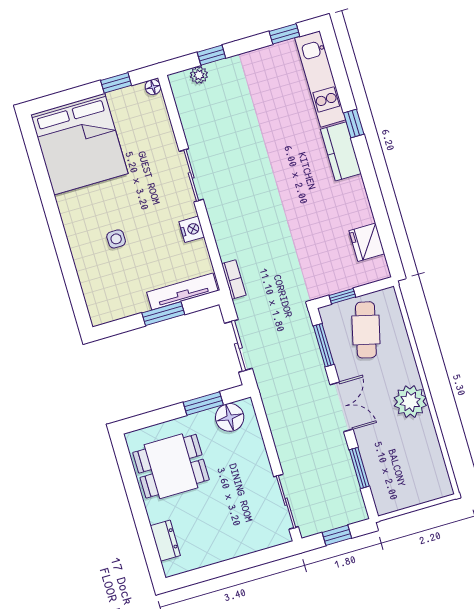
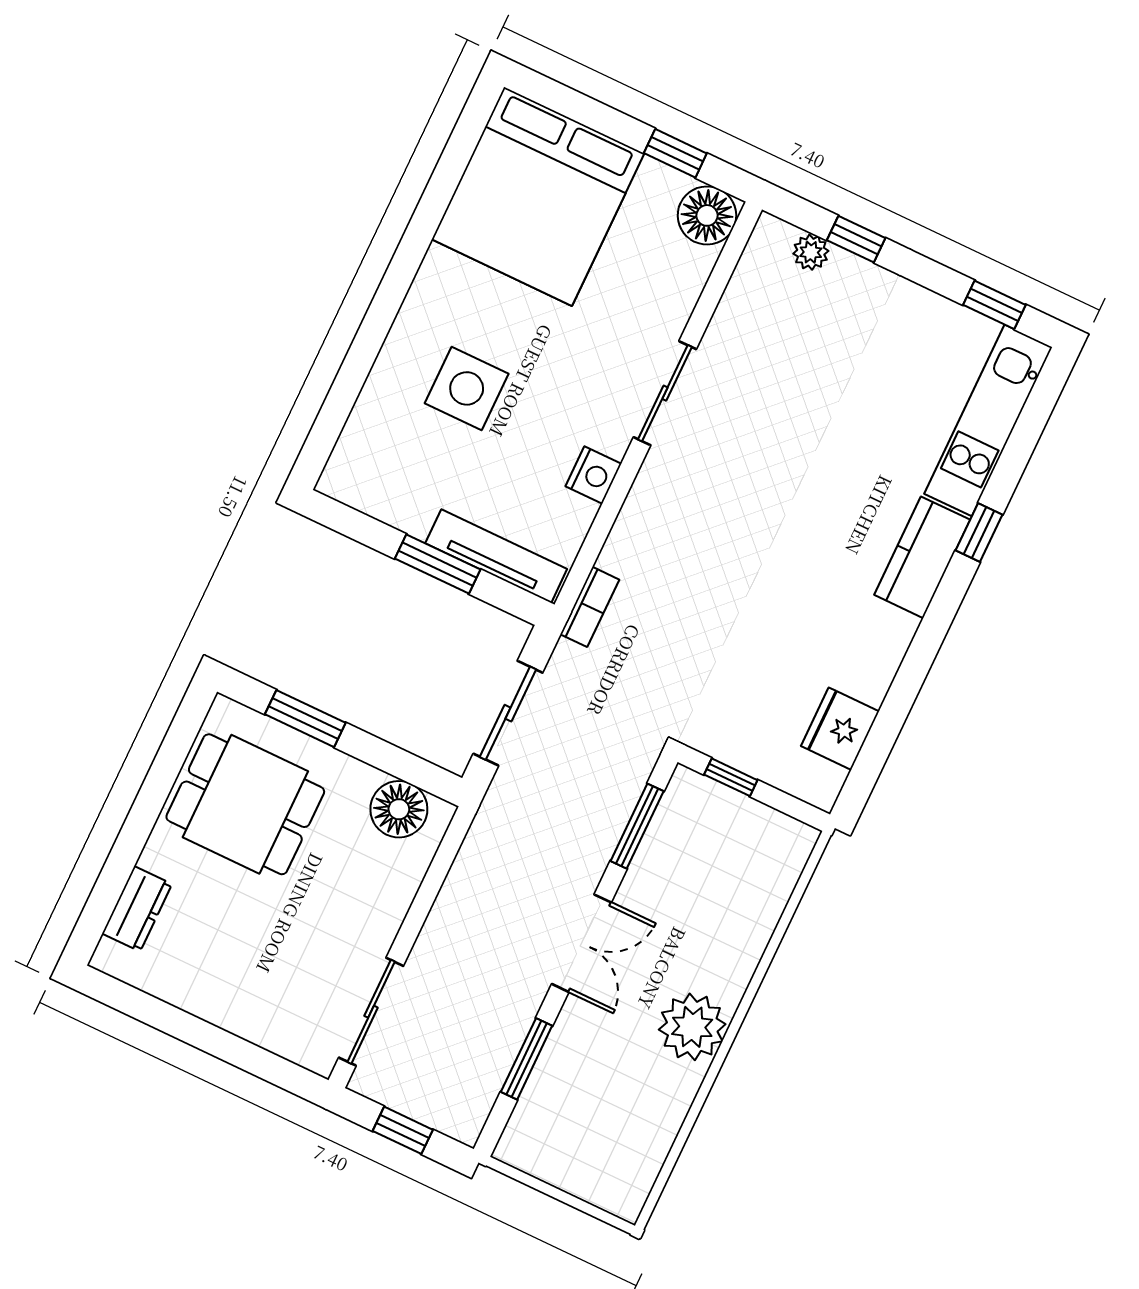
floor lamp: (153, 87) -> (707, 215), width x1.89, depth x1.89
side table: (116, 239) -> (467, 388), width x1.87, depth x1.87
cafe table: (366, 330) -> (721, 860), removed
window: (203, 403) -> (305, 719), moved

